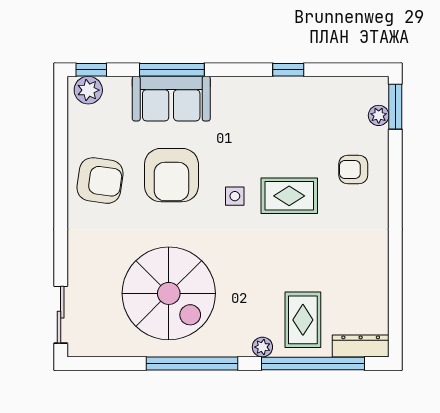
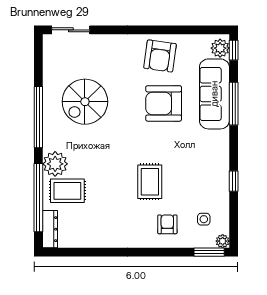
sofa: (171, 99) -> (214, 94), width x1.36
plant: (379, 115) -> (223, 241), moved
side table: (235, 196) -> (204, 219), moved
spiral stairs: (169, 293) -> (85, 102), width x0.73, depth x0.73
plant: (262, 347) -> (55, 164), width x1.87, depth x1.87

